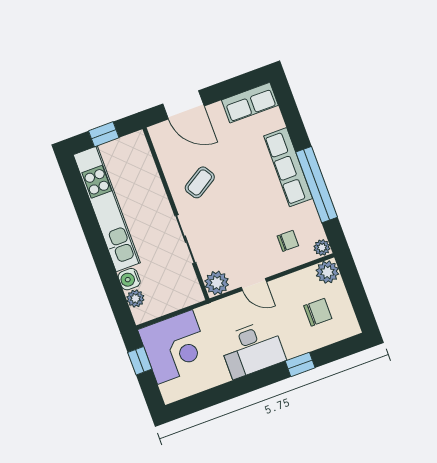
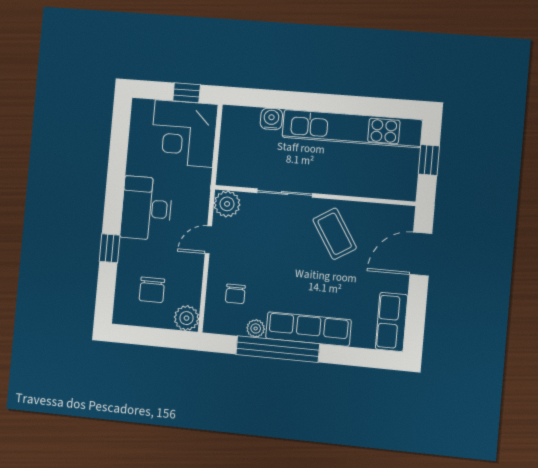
coffee table: (200, 182) -> (335, 234), width x1.36, depth x1.30
plant: (322, 248) -> (256, 328), moved
plant: (135, 298) -> (249, 116), removed

